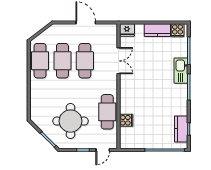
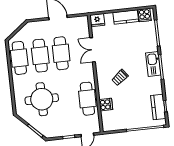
double door: (118, 61) -> (93, 50), swing flipped
kitchen sink: (181, 71) -> (153, 64), moved
trolley: (144, 93) -> (120, 78), added
round table: (71, 121) -> (42, 99), moved

